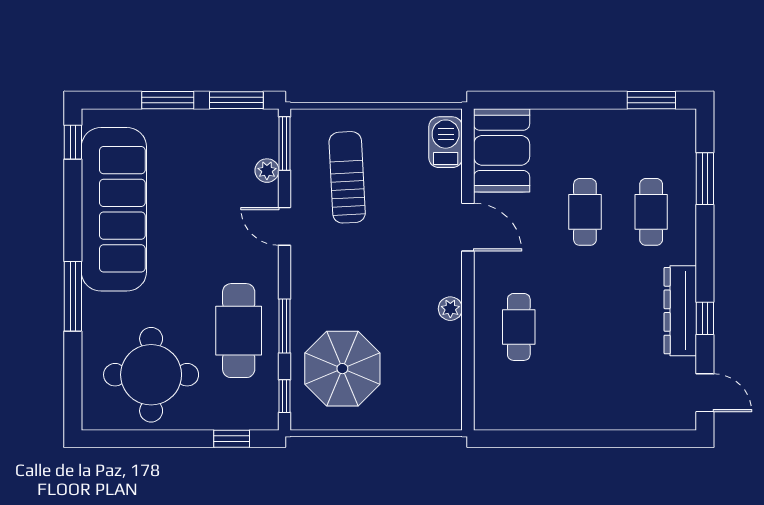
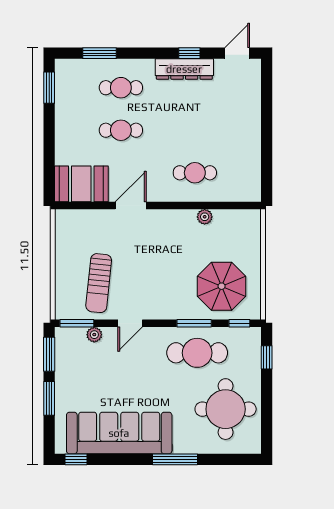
barbecue: (446, 142) -> (76, 220), removed
sun lounger: (347, 177) -> (99, 283), turned -81
plant: (450, 309) -> (205, 217), moved

